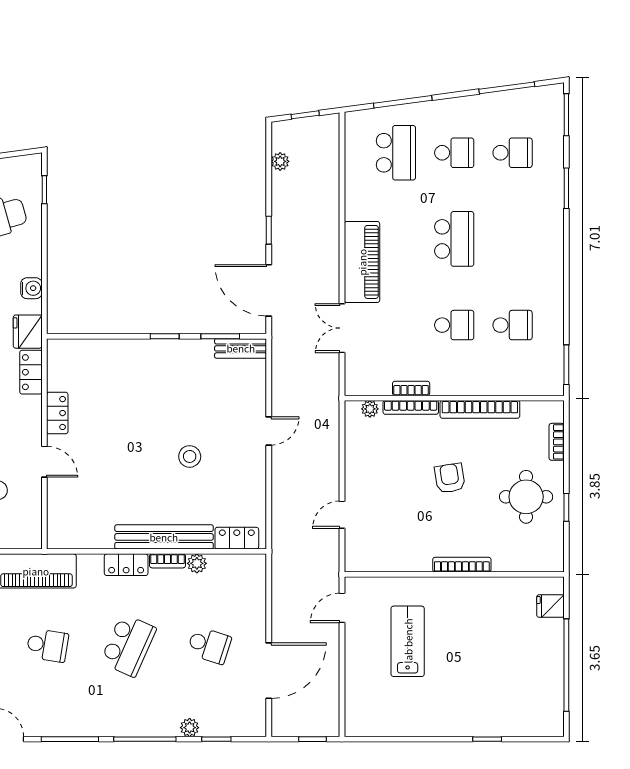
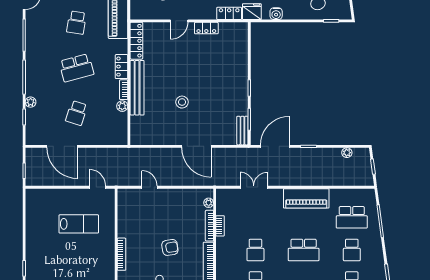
piano: (362, 262) -> (306, 198), moved
door: (269, 431) -> (196, 146), width x1.88
locker: (237, 538) -> (136, 41), moved, width x1.53
school desk: (128, 645) -> (76, 68), turned -39

